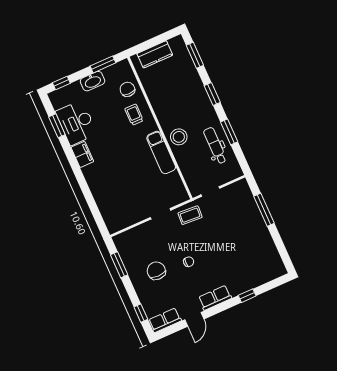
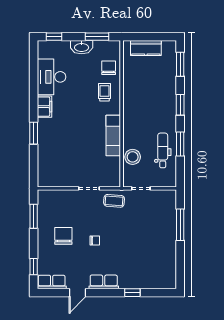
window: (57, 126) -> (34, 133), moved
stool: (179, 137) -> (133, 157), moved

